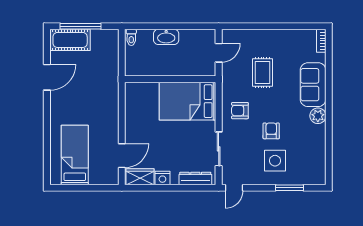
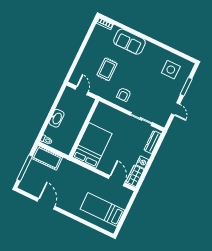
cot: (70, 40) -> (47, 158), moved, turned 90
rug: (262, 73) -> (107, 69), turned 90
bed: (188, 101) -> (92, 145), moved, turned 180
plant: (318, 116) -> (150, 48), removed
armchair: (271, 131) -> (146, 81), removed
side table: (275, 161) -> (171, 70), moved
door: (234, 188) -> (175, 109), moved

